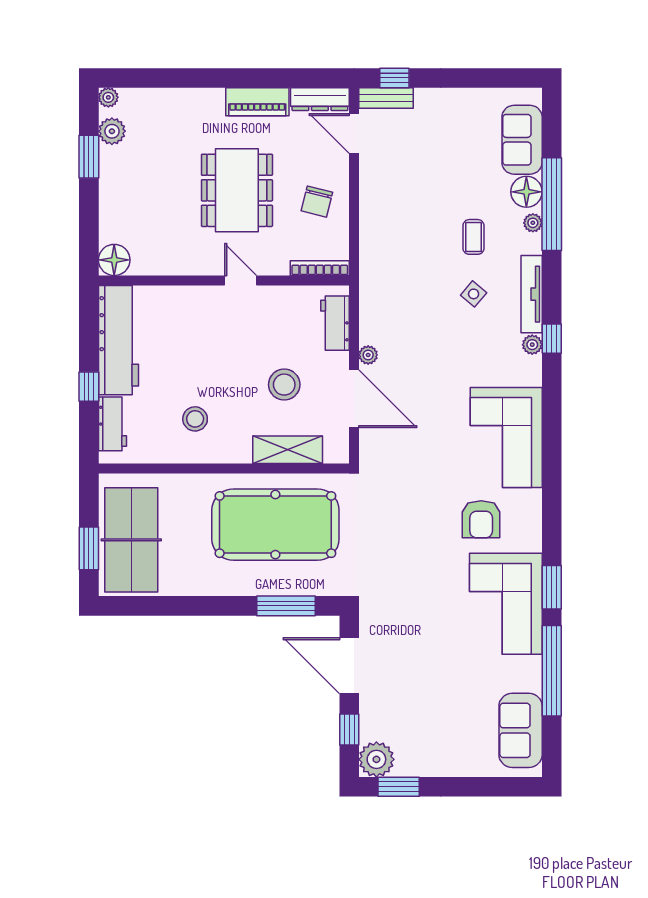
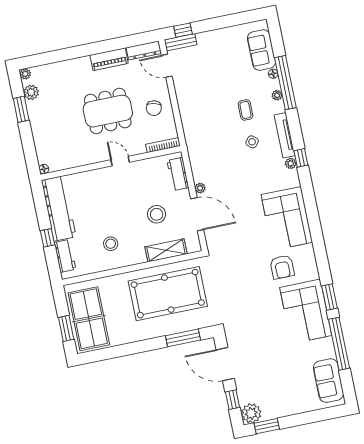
dining table: (237, 190) -> (108, 111), turned 90
floor lamp: (526, 192) -> (273, 74), width x0.53, depth x0.53
floor lamp: (114, 260) -> (44, 169), width x0.53, depth x0.53

